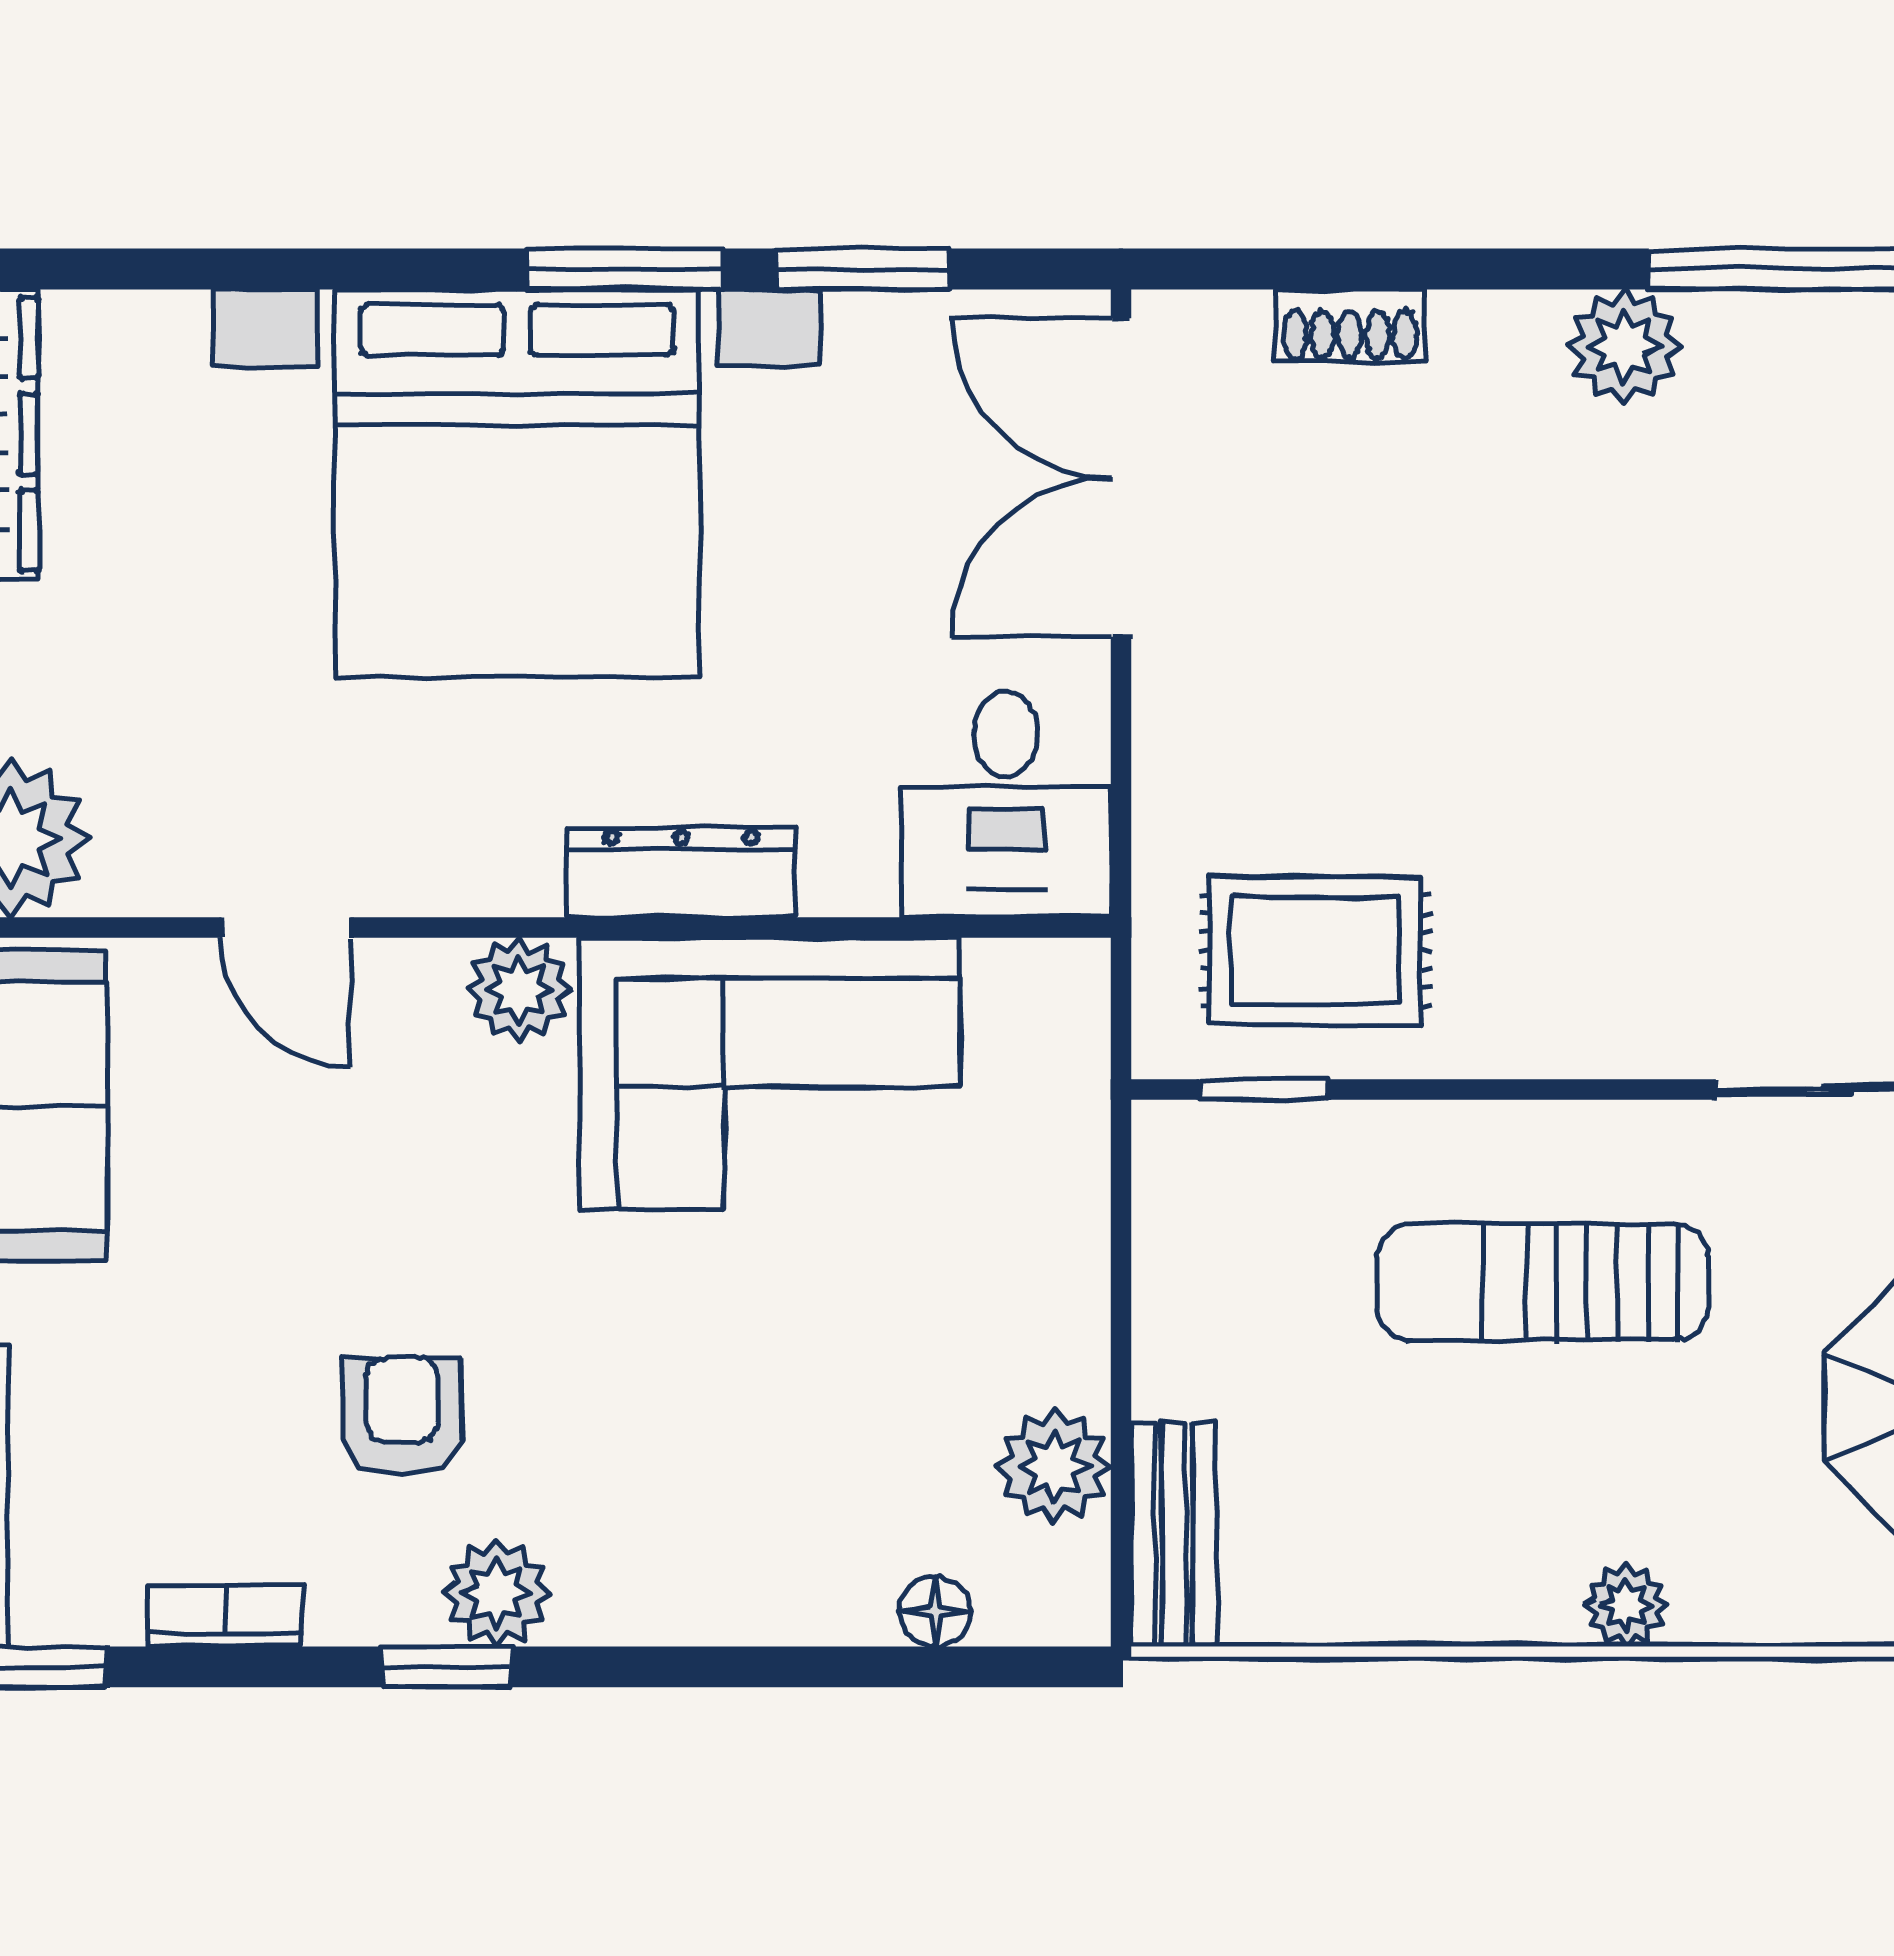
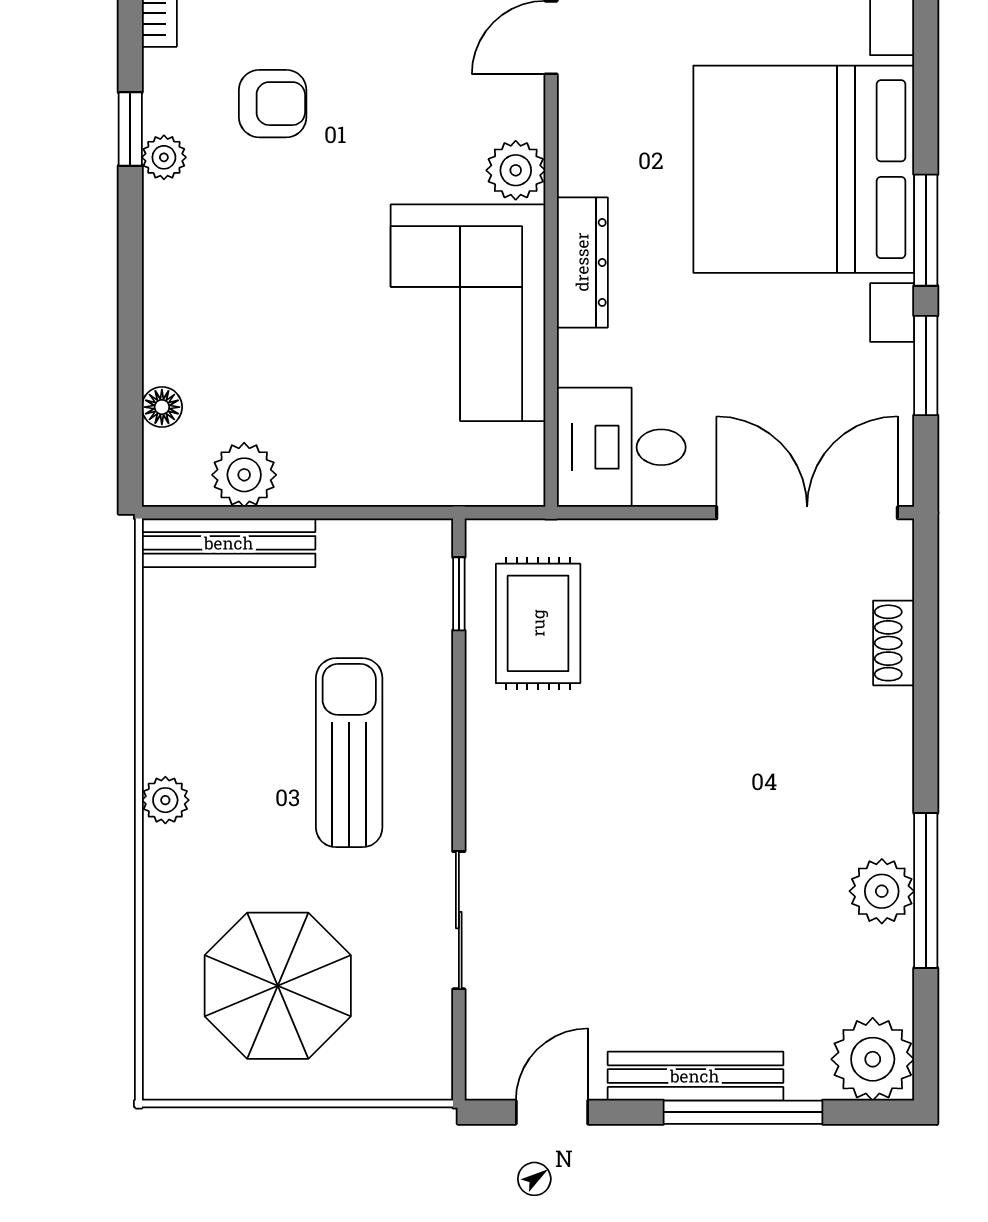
plant: (1624, 346) -> (882, 891), moved
bench: (1174, 1535) -> (229, 543), width x1.36
plant: (496, 1593) -> (164, 157), width x0.73, depth x0.73

